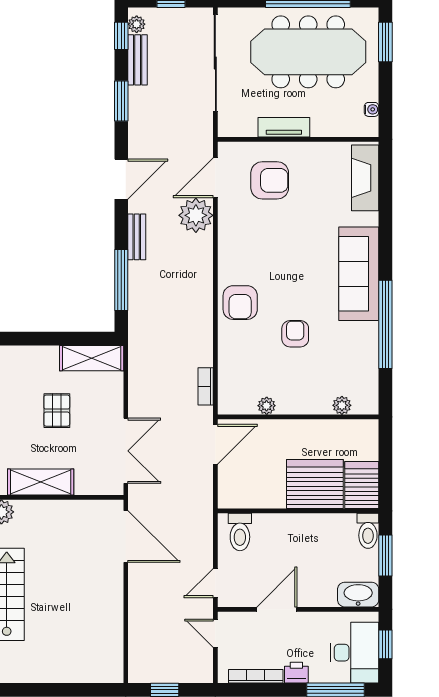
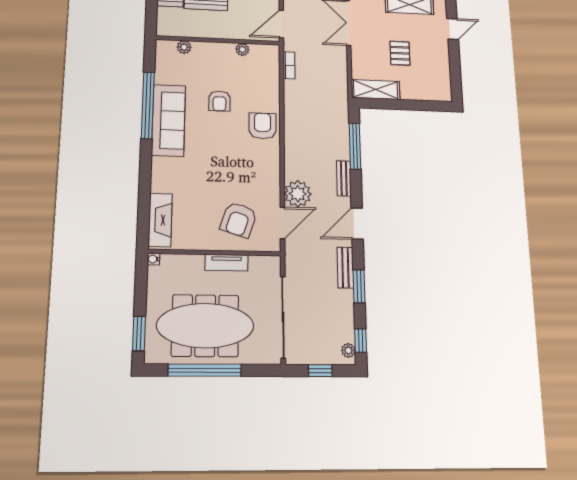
bench: (138, 60) -> (345, 268), moved
water cooler: (372, 109) -> (154, 259), moved
armchair: (270, 180) -> (239, 220), turned -72
sofa: (359, 274) -> (169, 120), moved

